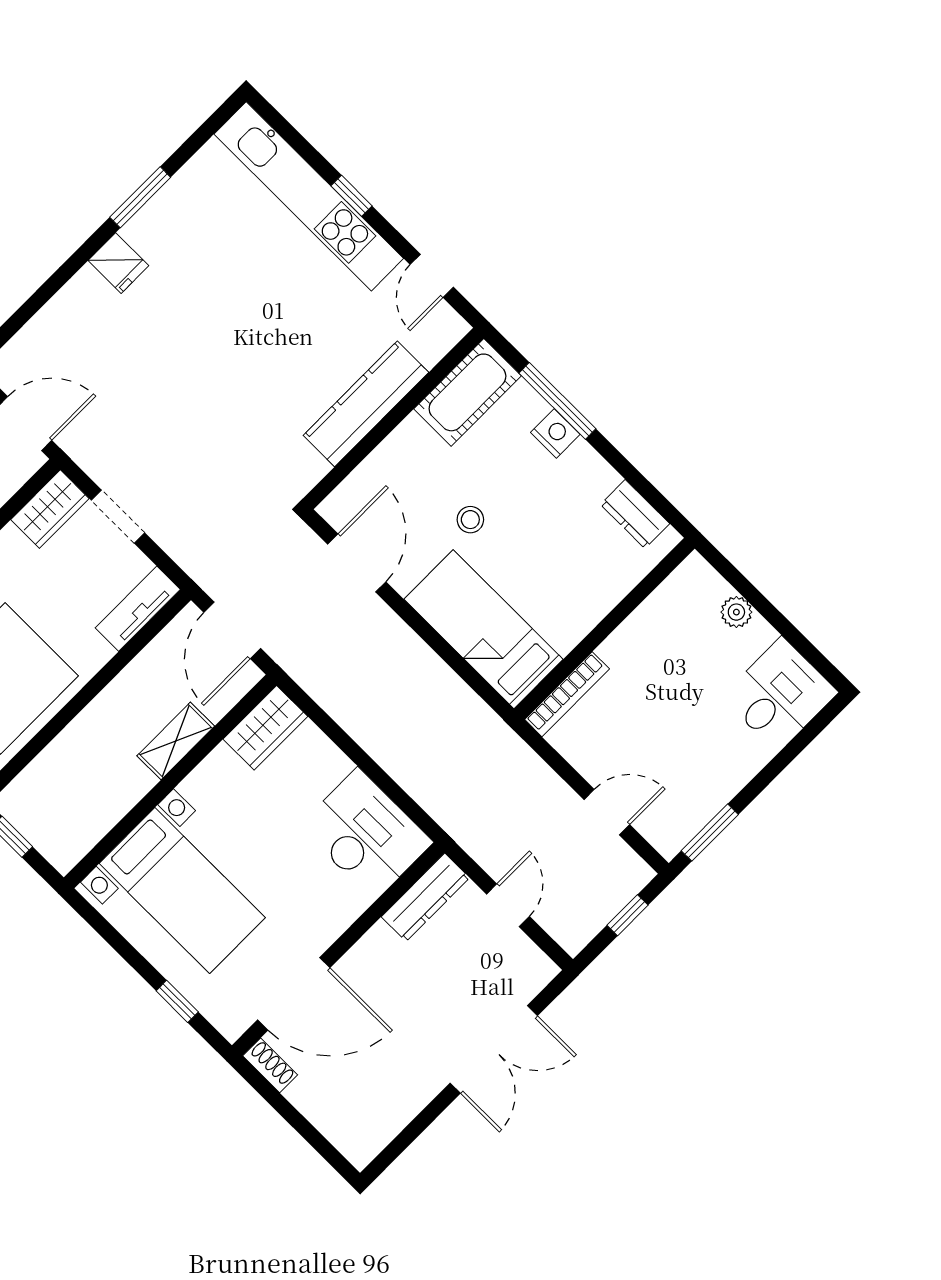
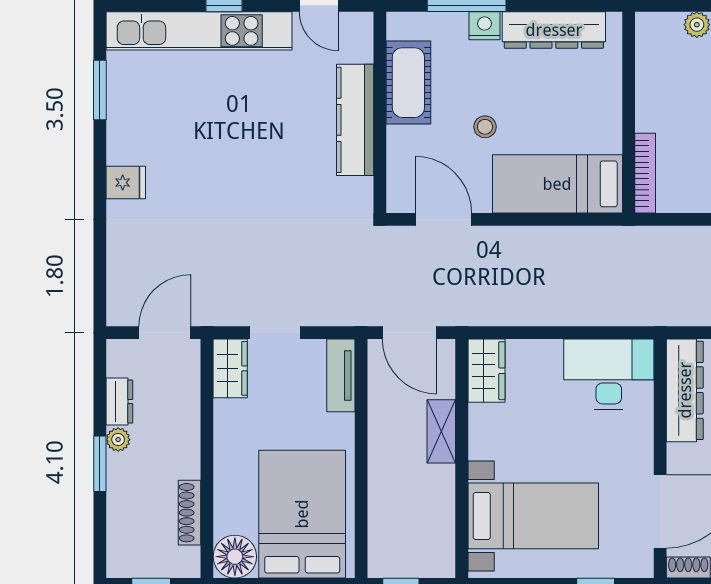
window: (140, 197) -> (100, 90), moved
cot: (467, 392) -> (408, 83), moved
dresser: (635, 514) -> (554, 30), width x1.96, depth x1.24
dresser: (425, 897) -> (685, 390), width x1.37, depth x1.24

